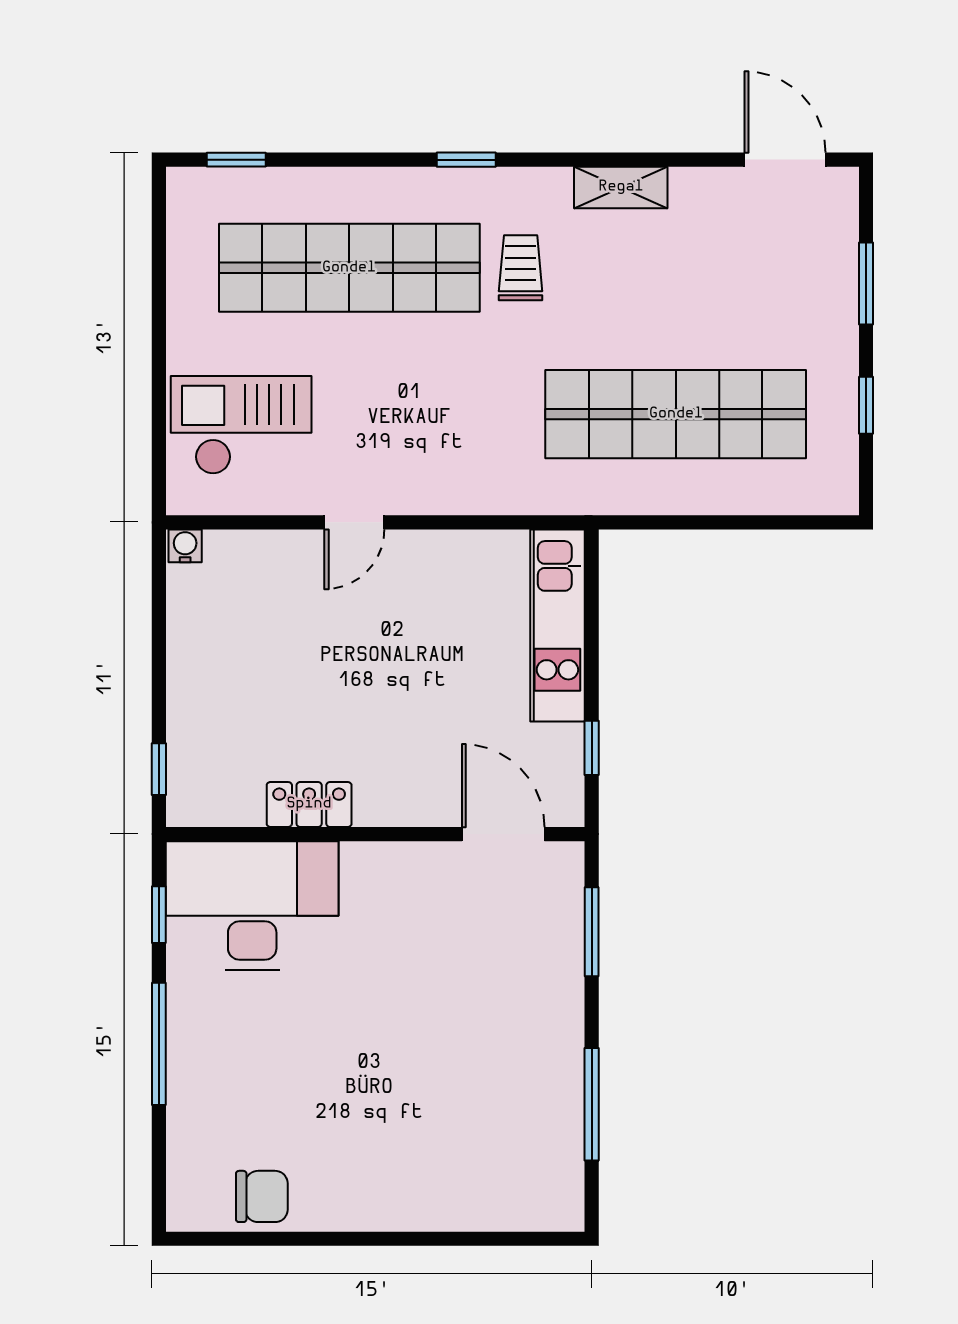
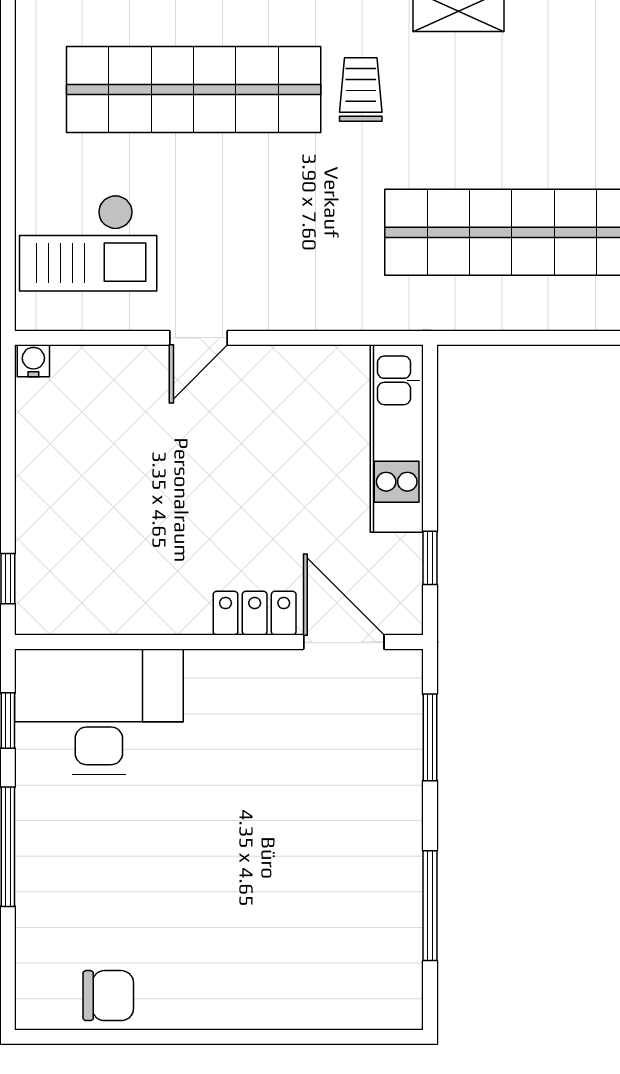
checkout: (241, 425) -> (88, 243), turned 180
locker: (309, 804) -> (255, 613), moved

